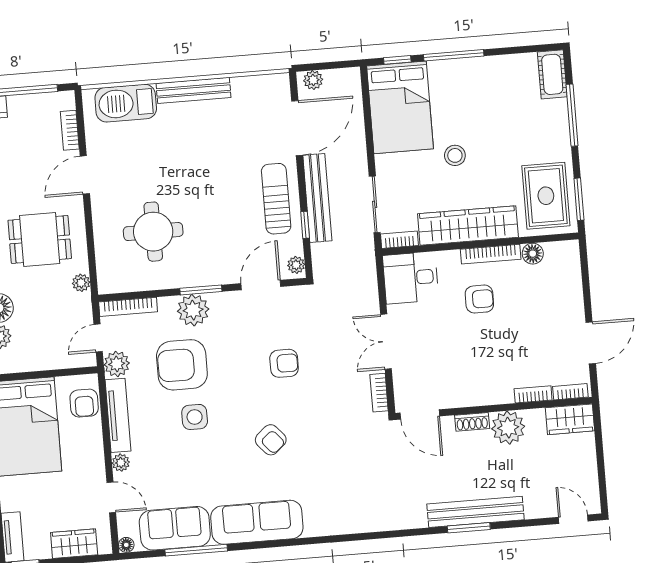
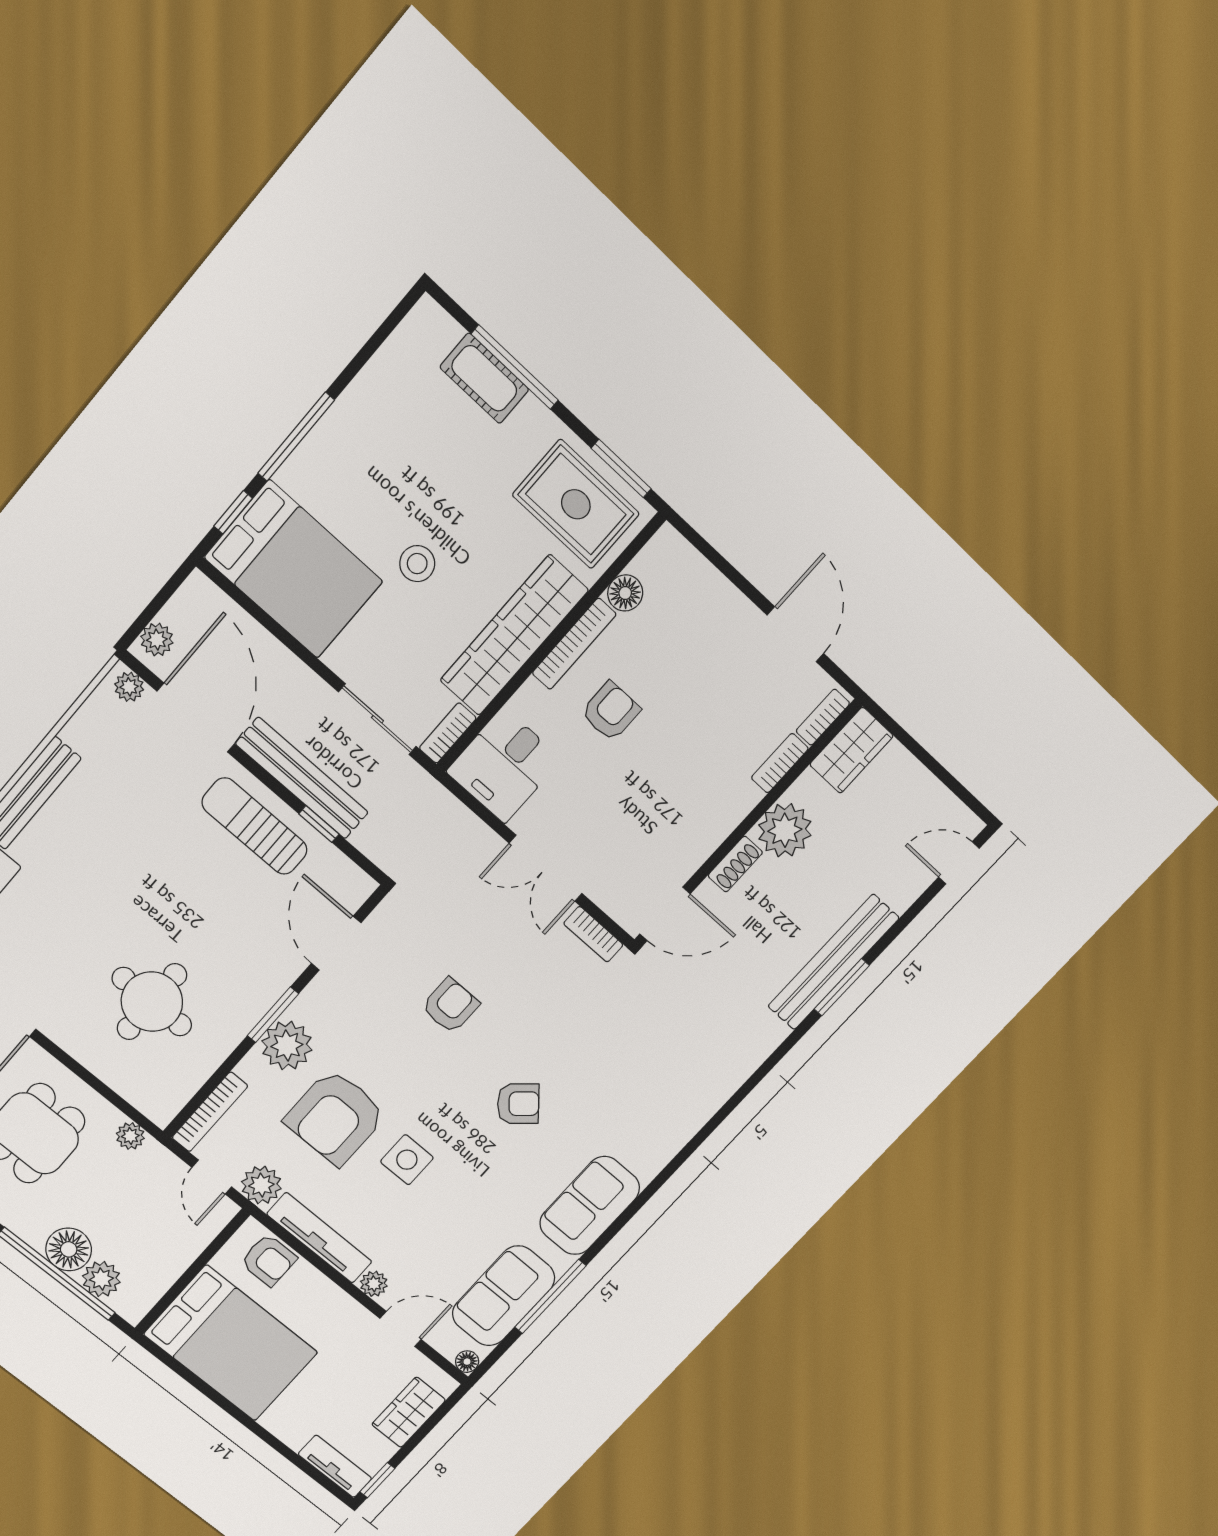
cot: (552, 74) -> (484, 378), moved
plant: (296, 265) -> (129, 687), moved
sofa: (257, 522) -> (590, 1206), width x0.73

